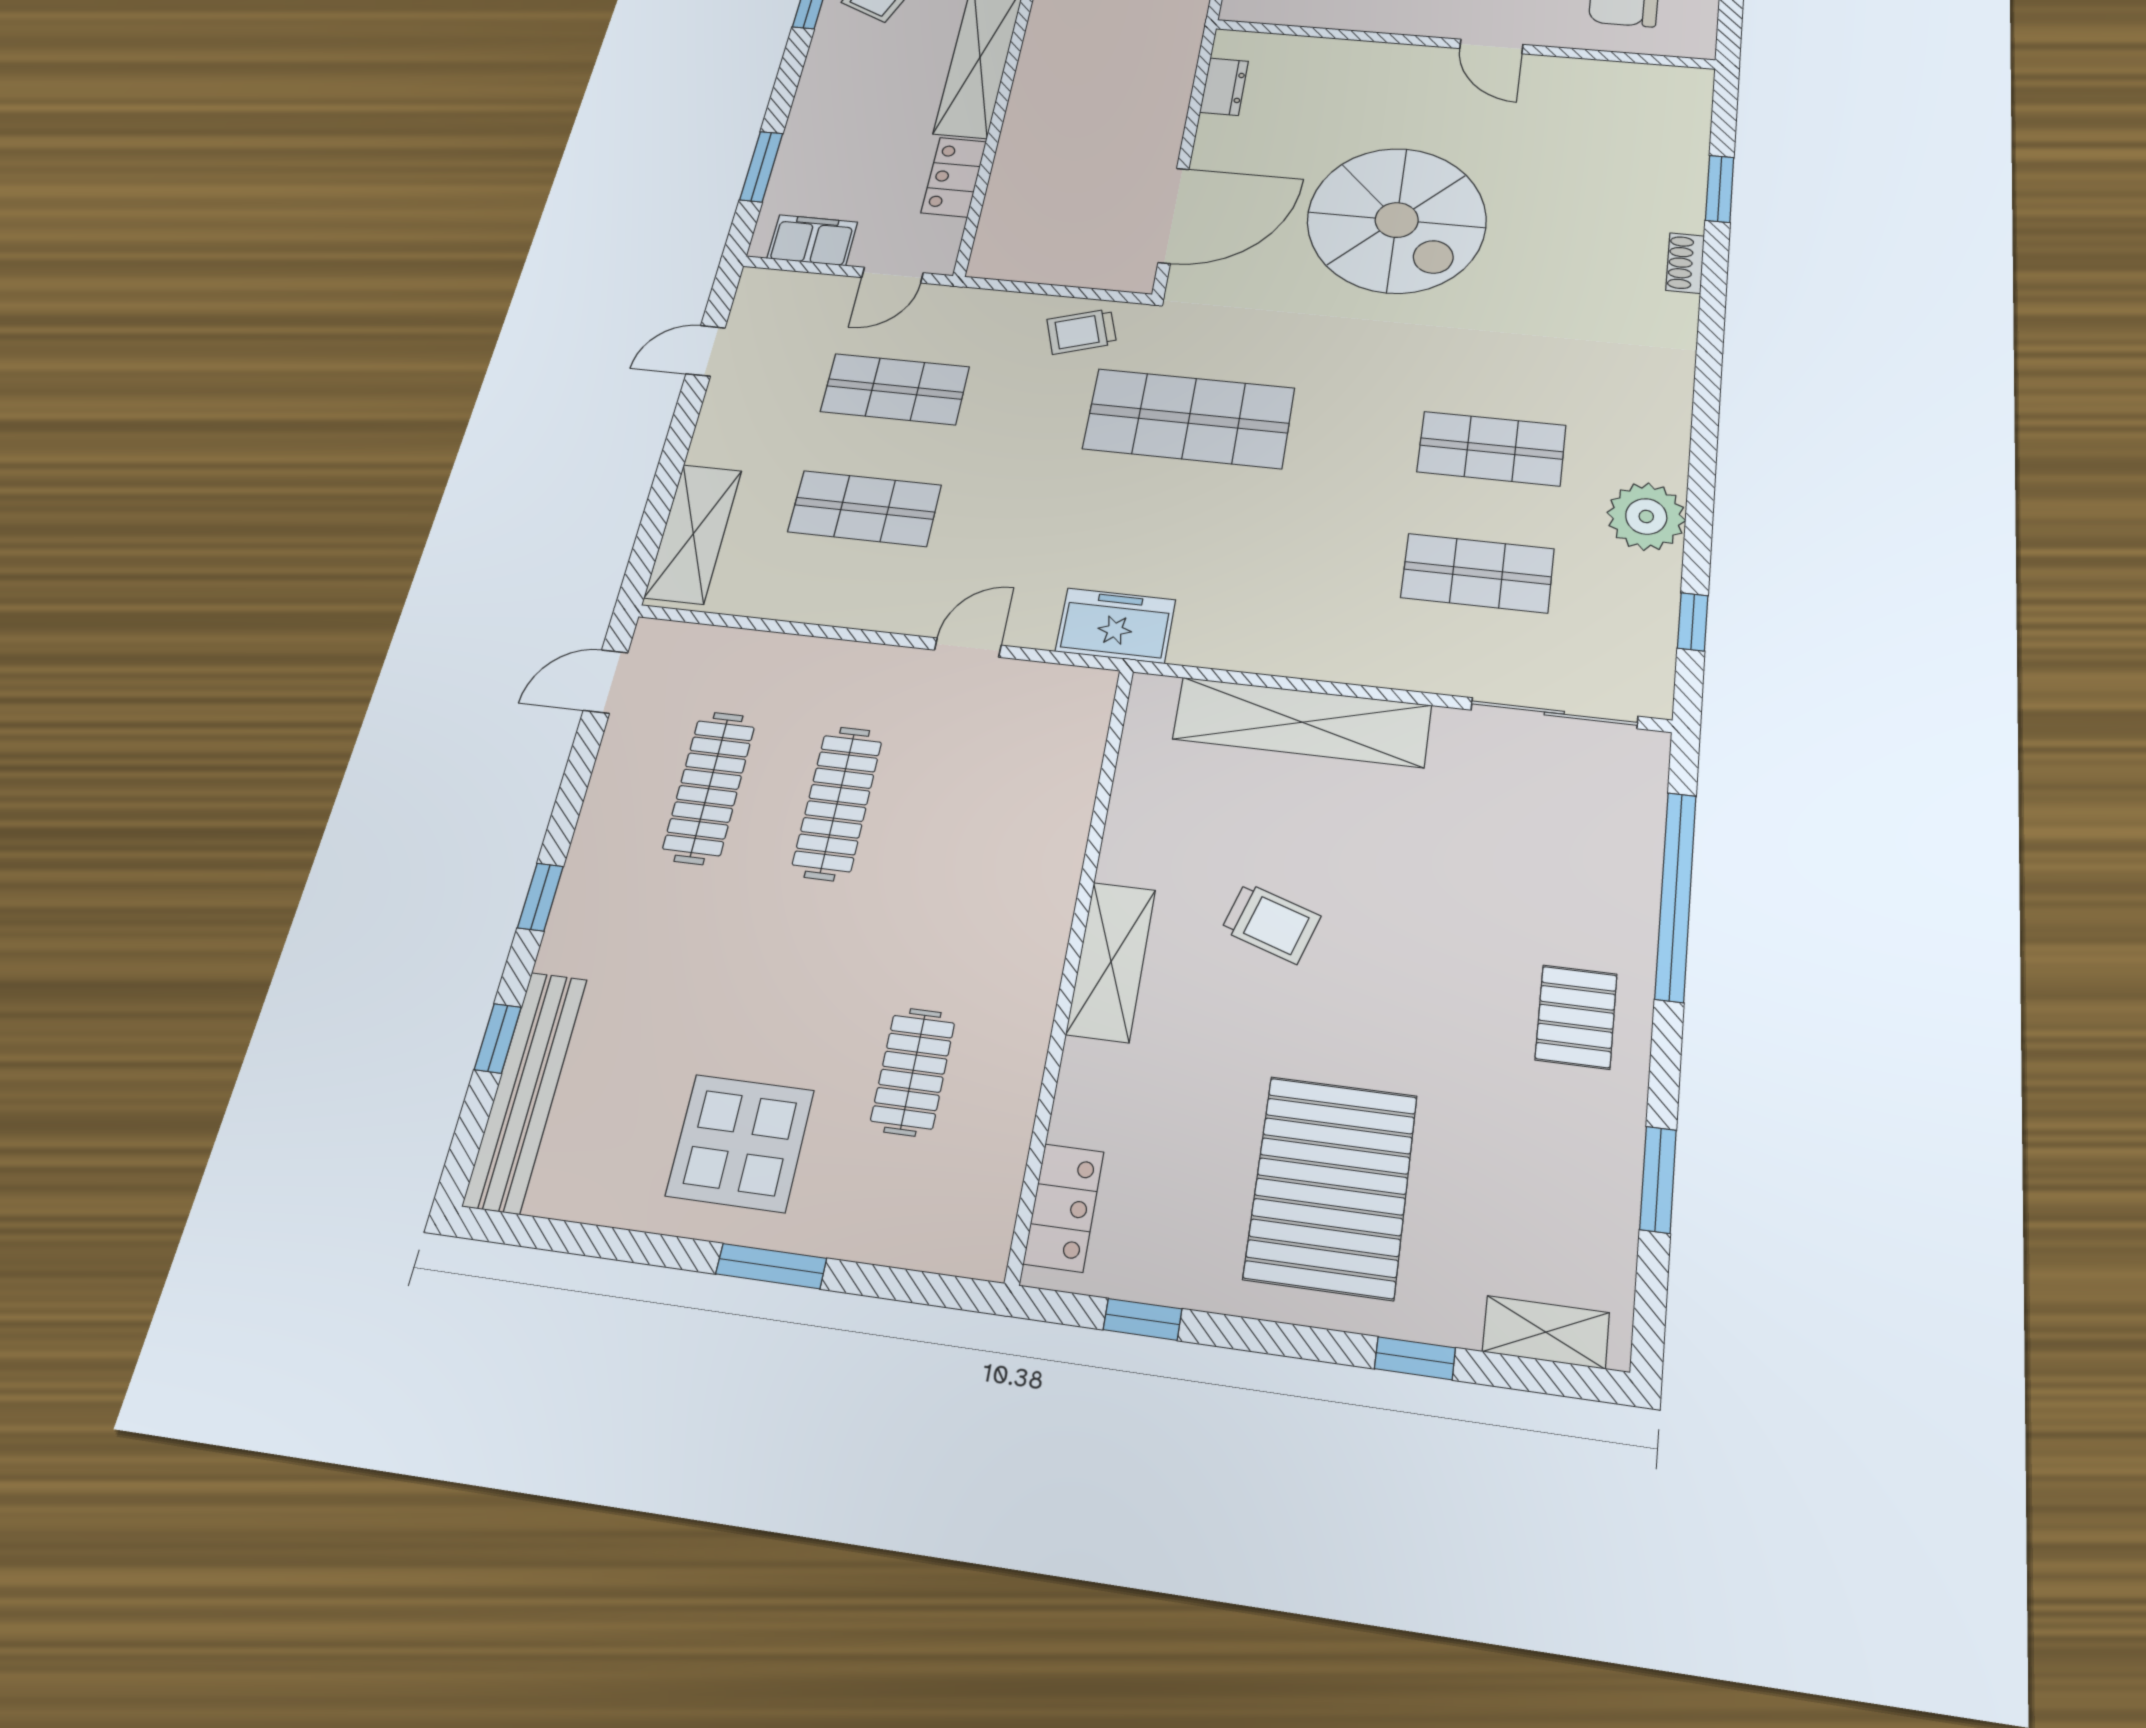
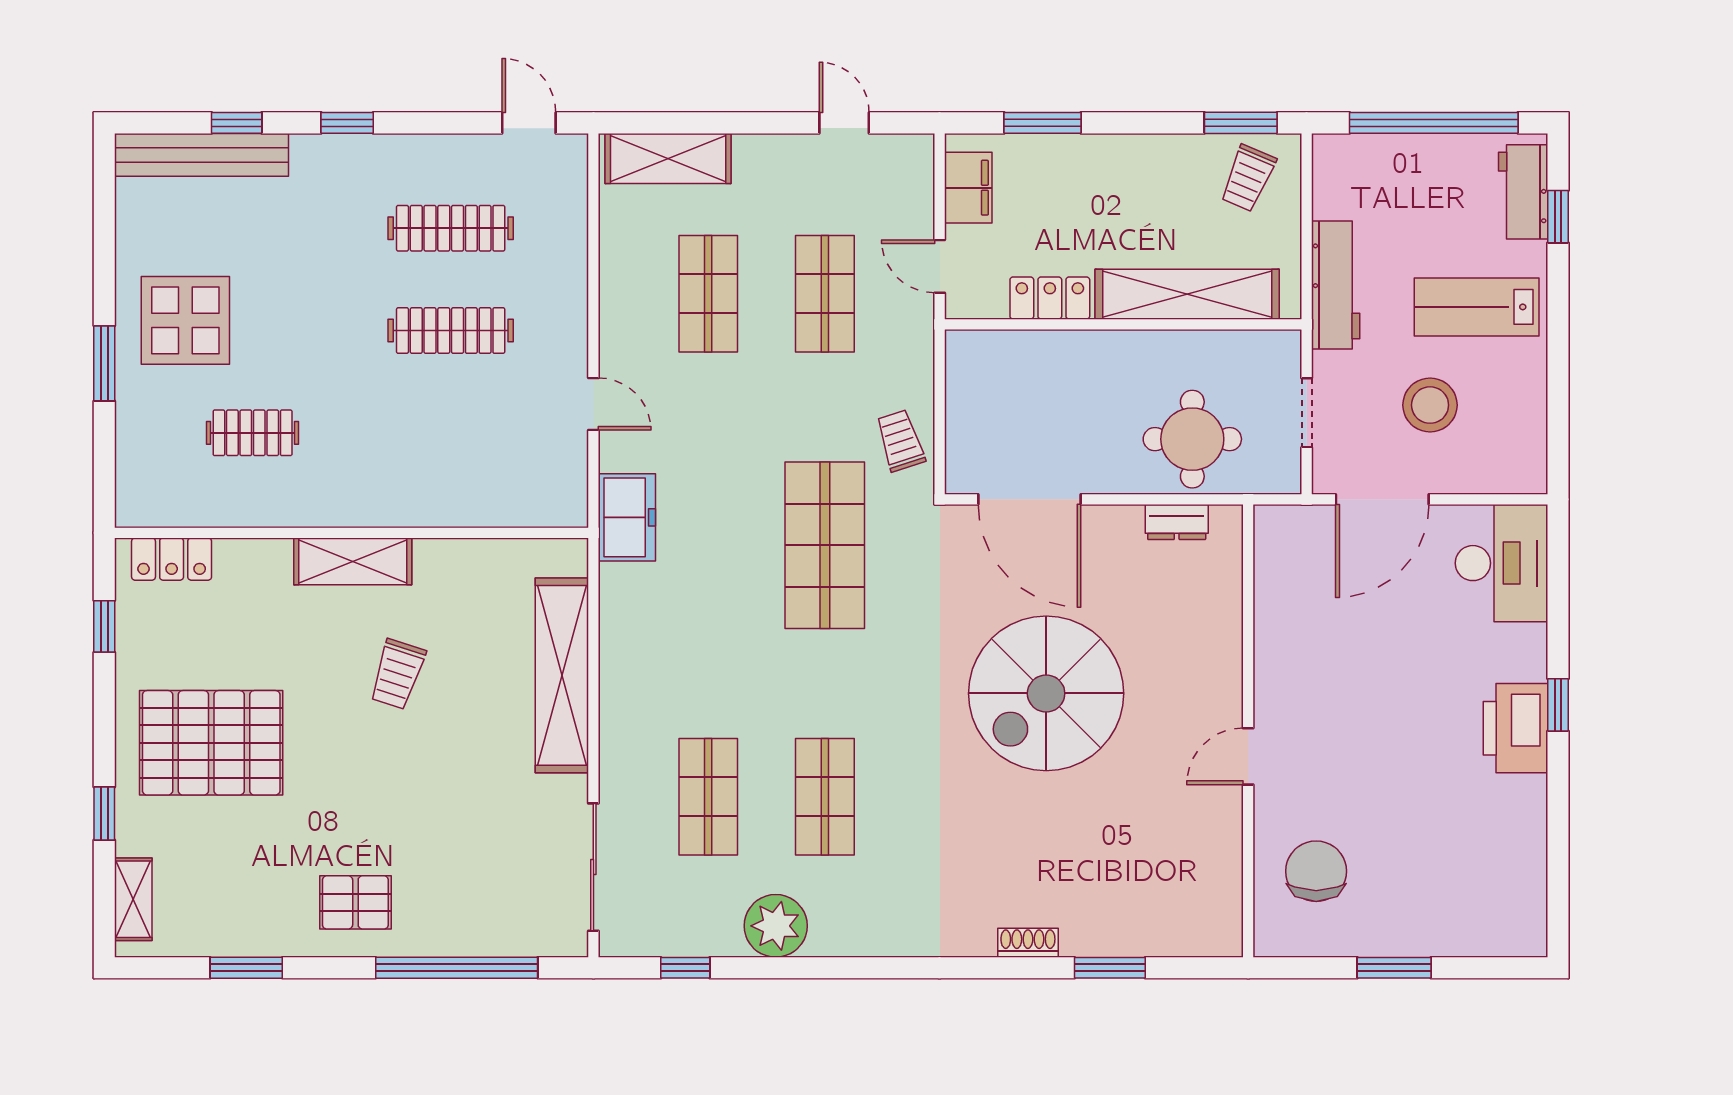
round table: (1137, 66) -> (1192, 439), added

